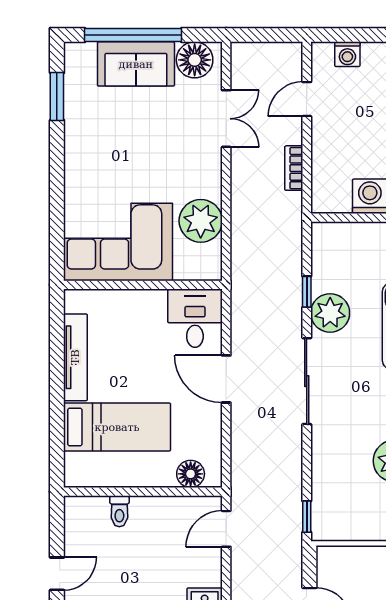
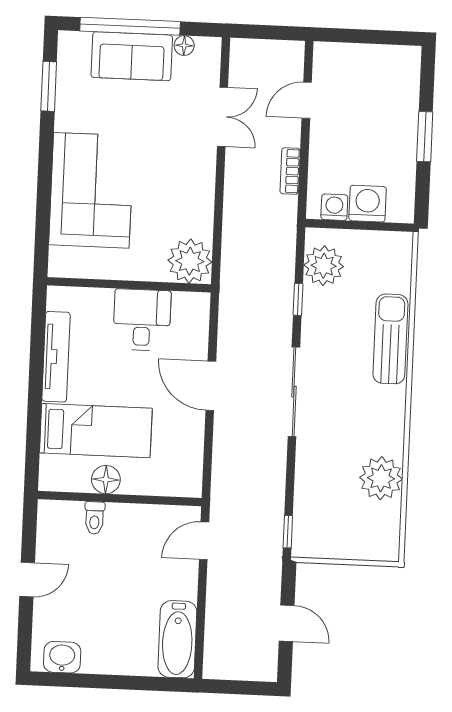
washing machine: (347, 54) -> (334, 207), moved, turned 180
floor lamp: (195, 60) -> (184, 46), width x0.53, depth x0.53
plant: (201, 221) -> (190, 261), moved
corner sofa: (118, 242) -> (91, 190), moved, turned 90
plant: (330, 313) -> (324, 266), moved
desk: (195, 318) -> (142, 320), moved
floor lamp: (191, 474) -> (106, 480), moved

